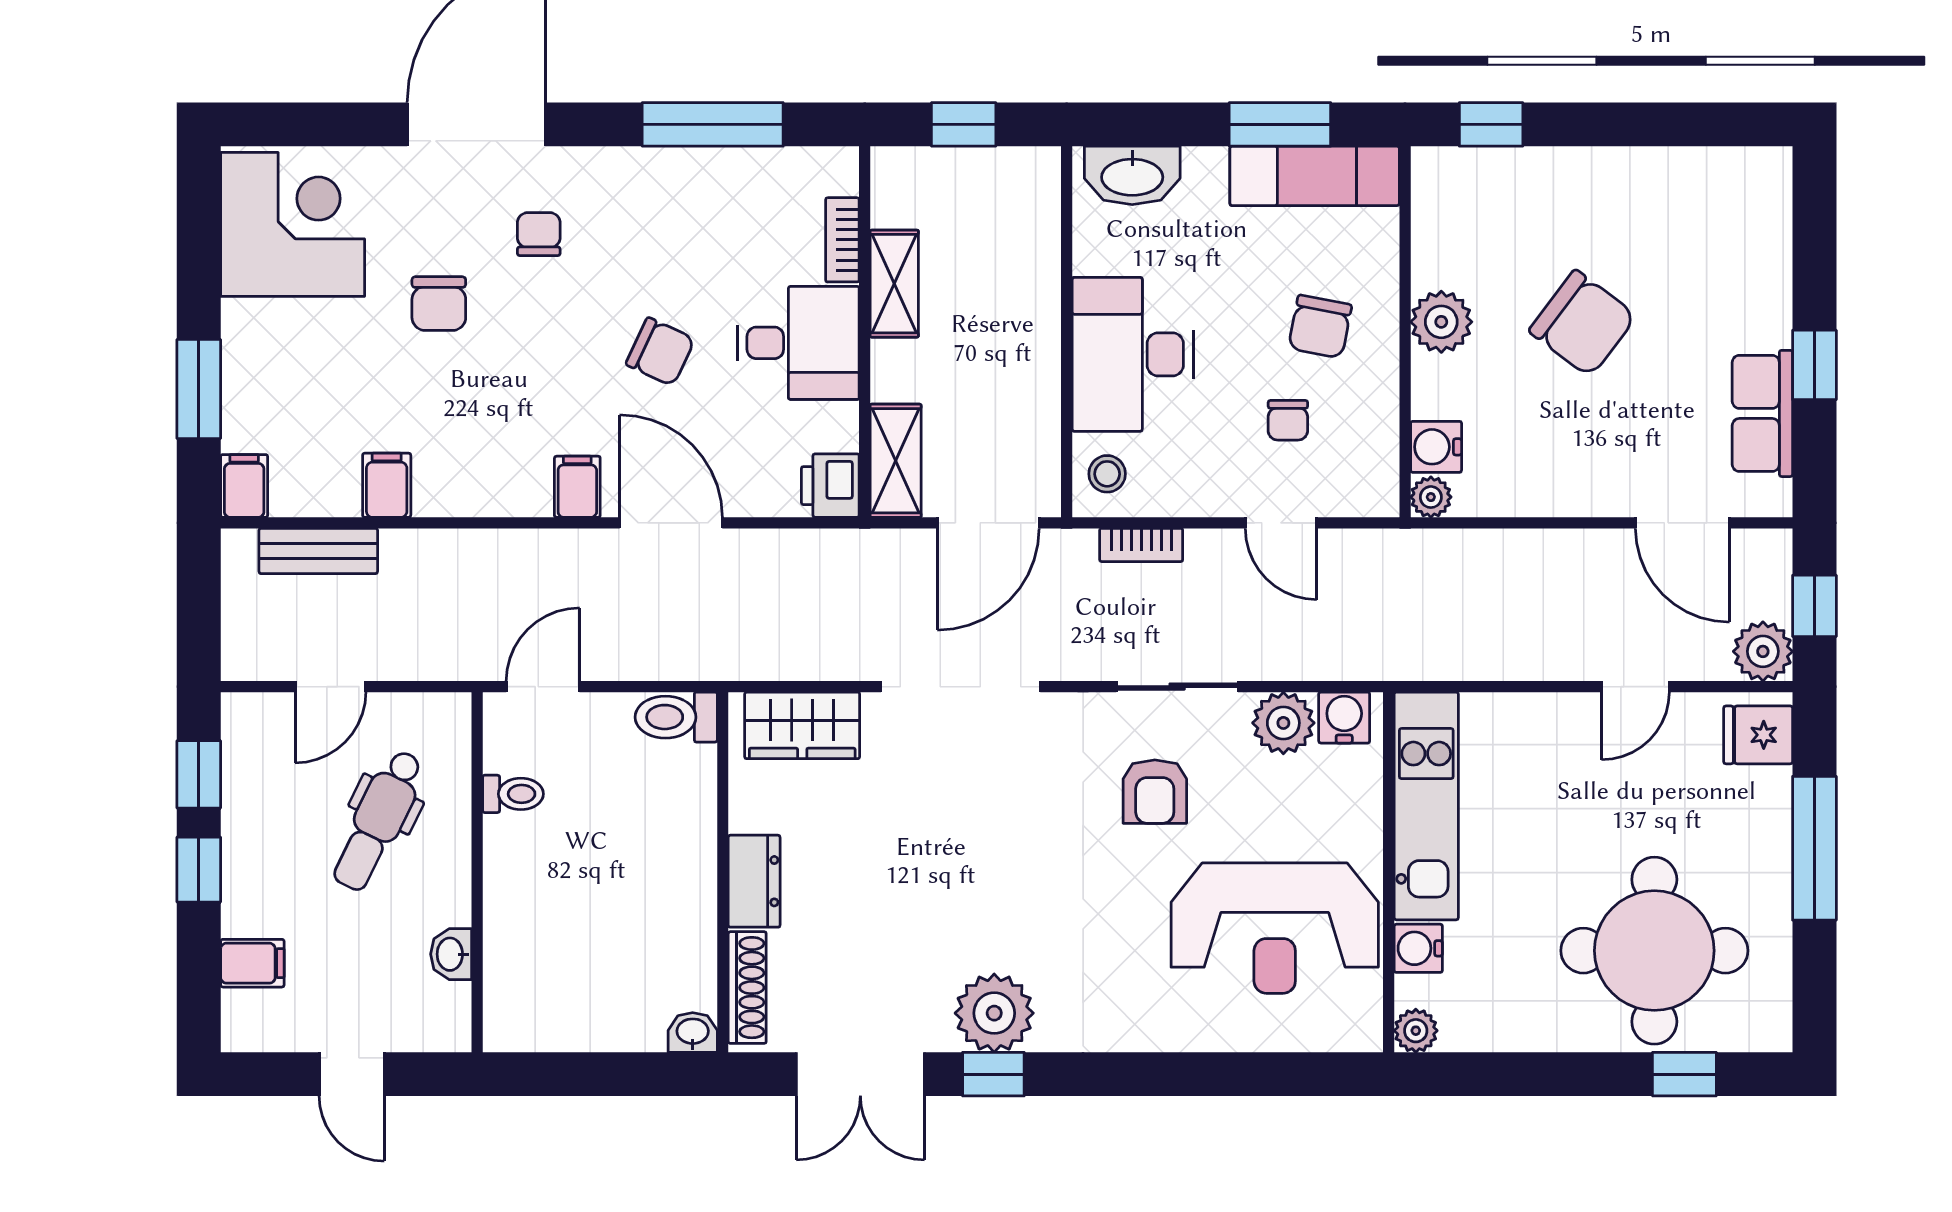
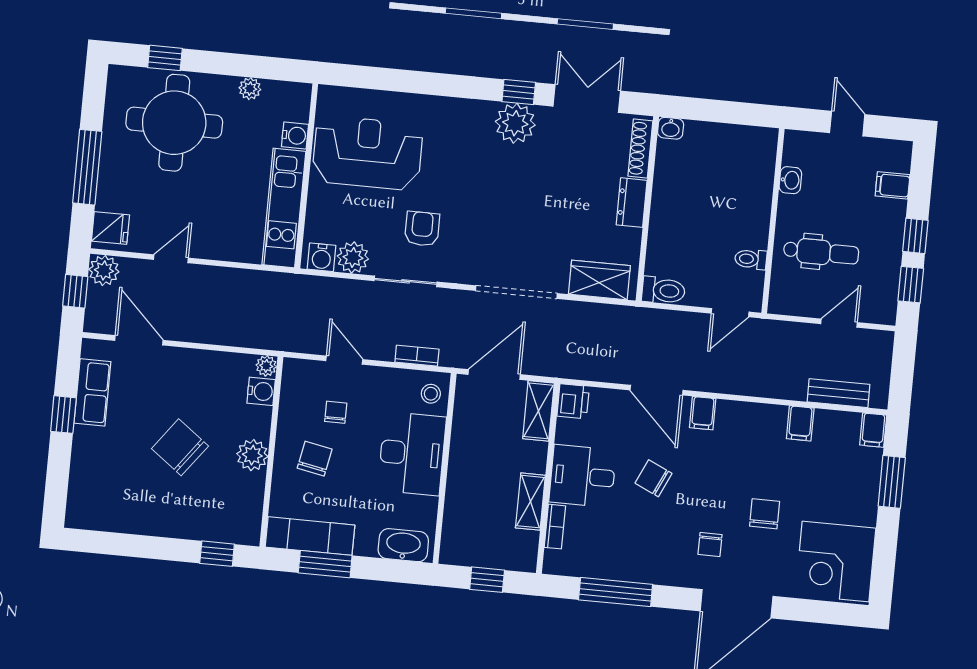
dental chair: (378, 820) -> (821, 252), turned 64
plant: (1416, 1031) -> (250, 89), moved

